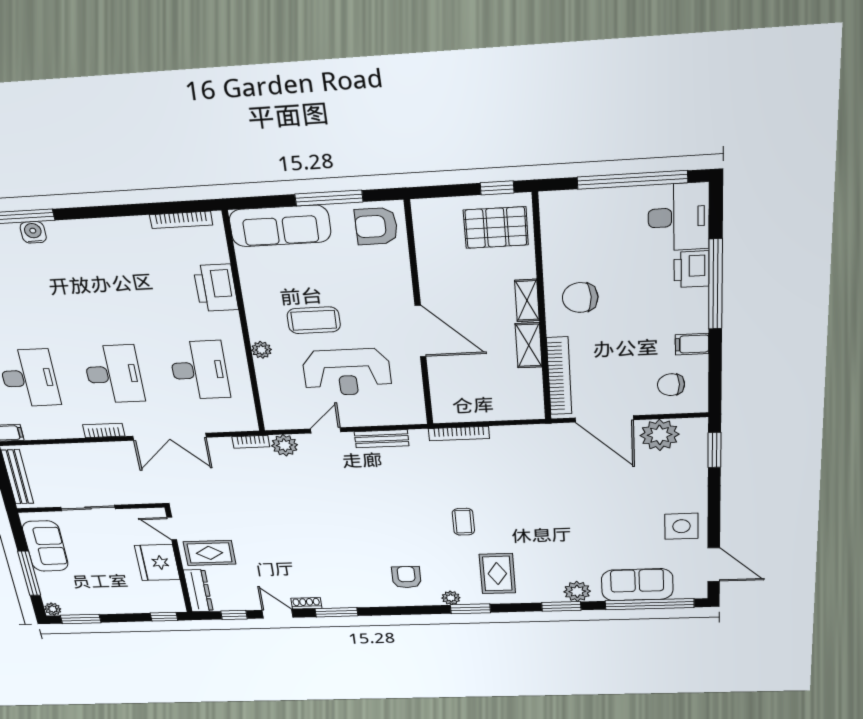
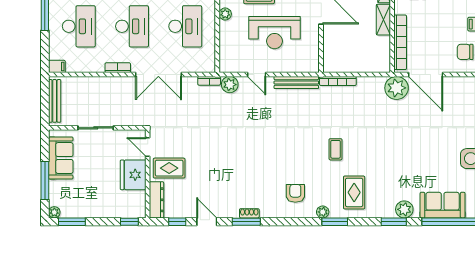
door: (326, 430) -> (257, 75), swing flipped
plant: (660, 435) -> (397, 88), moved
bench: (382, 439) -> (296, 83), width x1.36
shoe rack: (306, 603) -> (249, 213), moved

